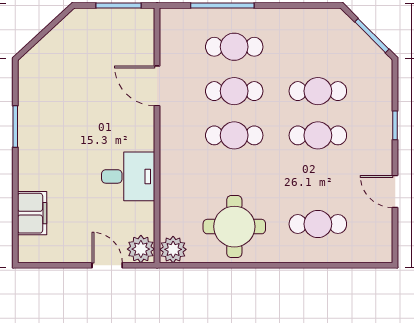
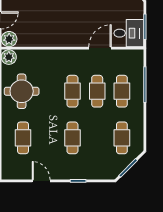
cafe table: (318, 91) -> (122, 138), moved
desk: (128, 176) -> (129, 33), moved, turned -90
door: (395, 192) -> (41, 181), hinge flipped

